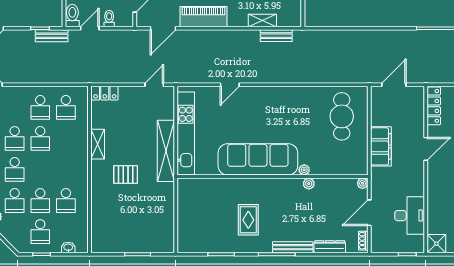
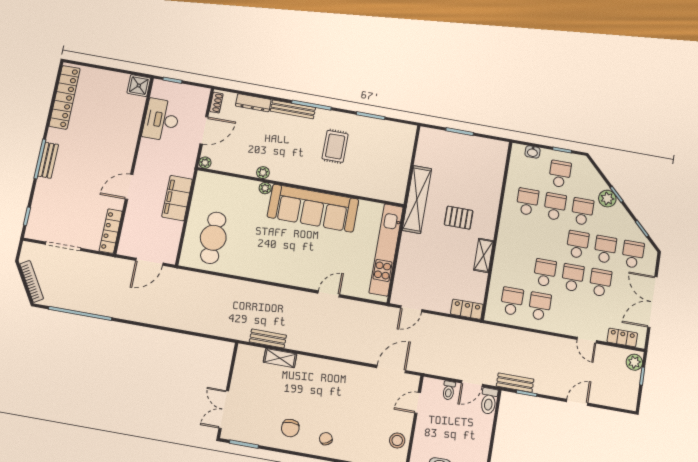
piano: (204, 17) -> (344, 374), removed
shelving: (166, 151) -> (417, 199), moved

